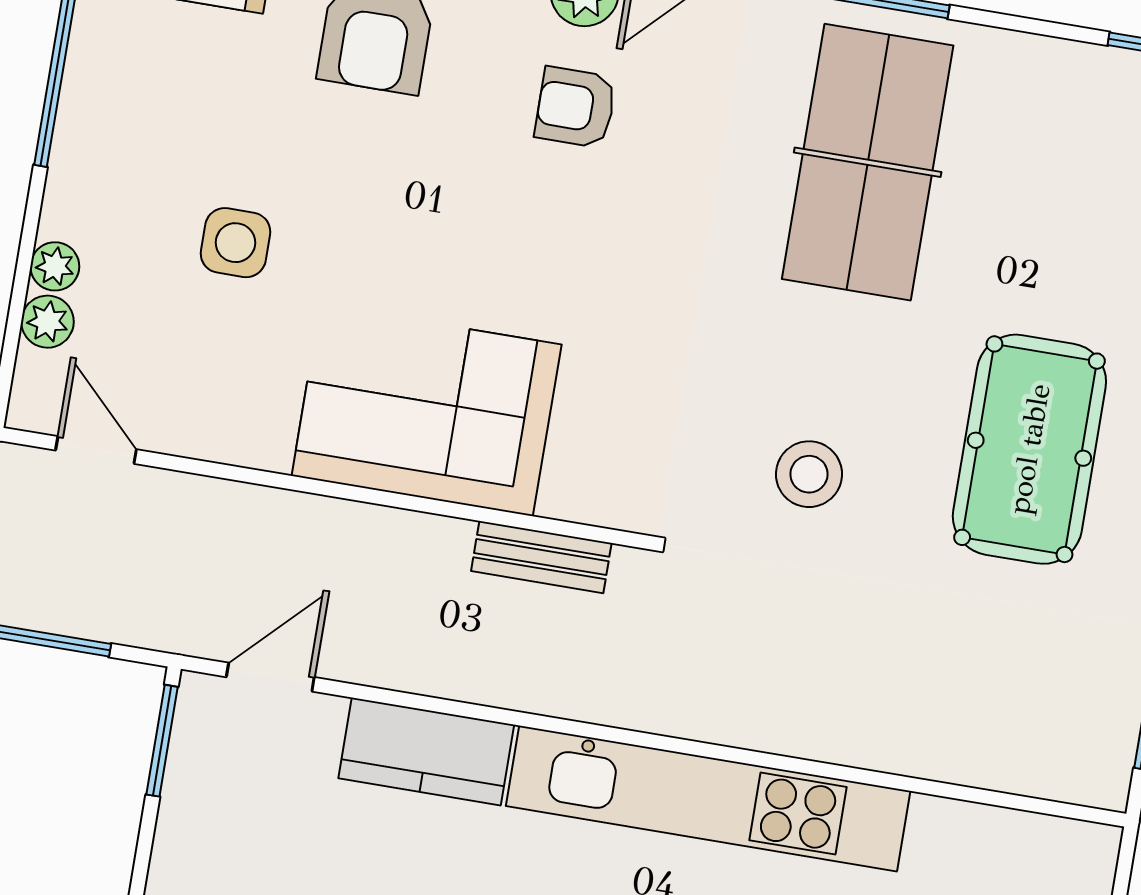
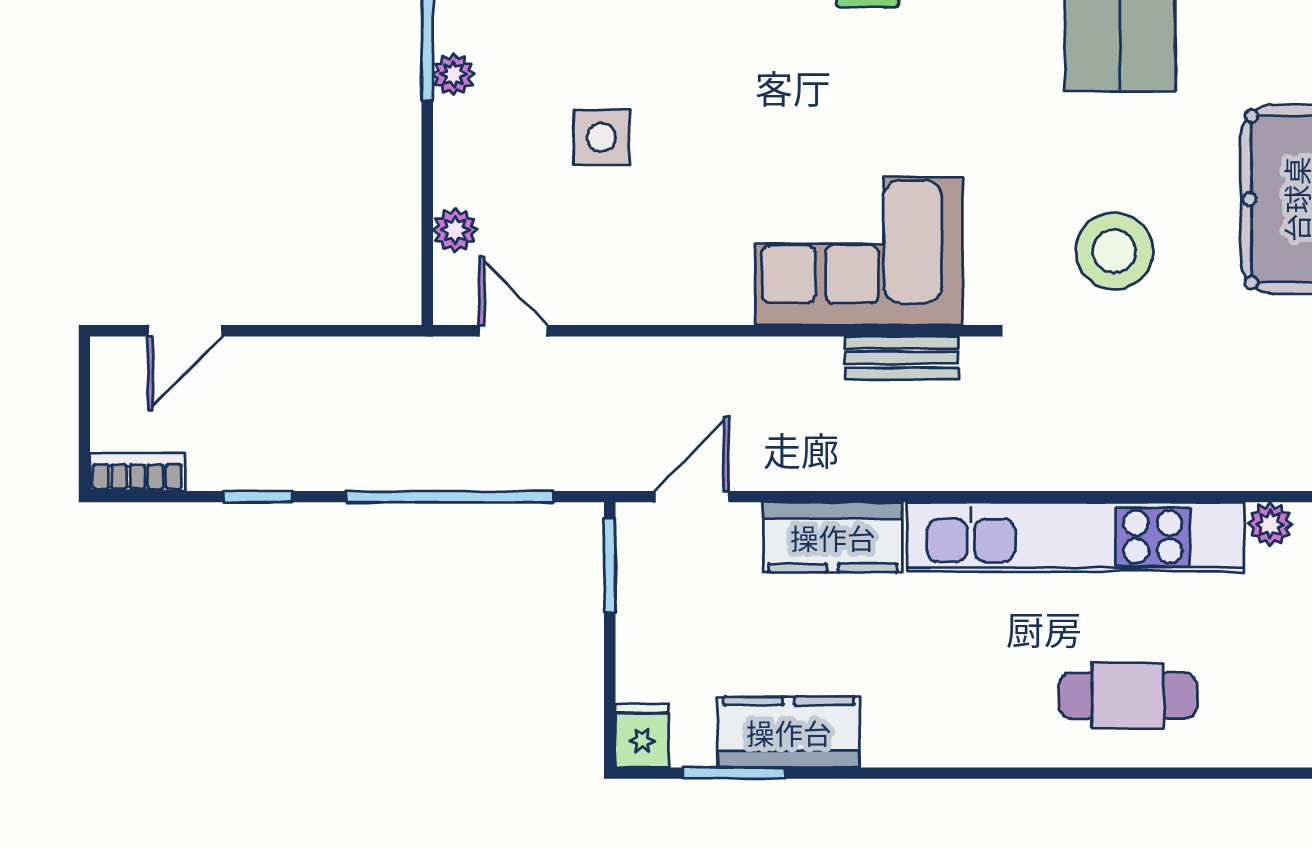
plant: (55, 266) -> (453, 74), moved
corner sofa: (427, 410) -> (859, 251), moved
stool: (809, 474) -> (1114, 251), width x1.38, depth x1.38
plant: (937, 821) -> (1270, 524), added

